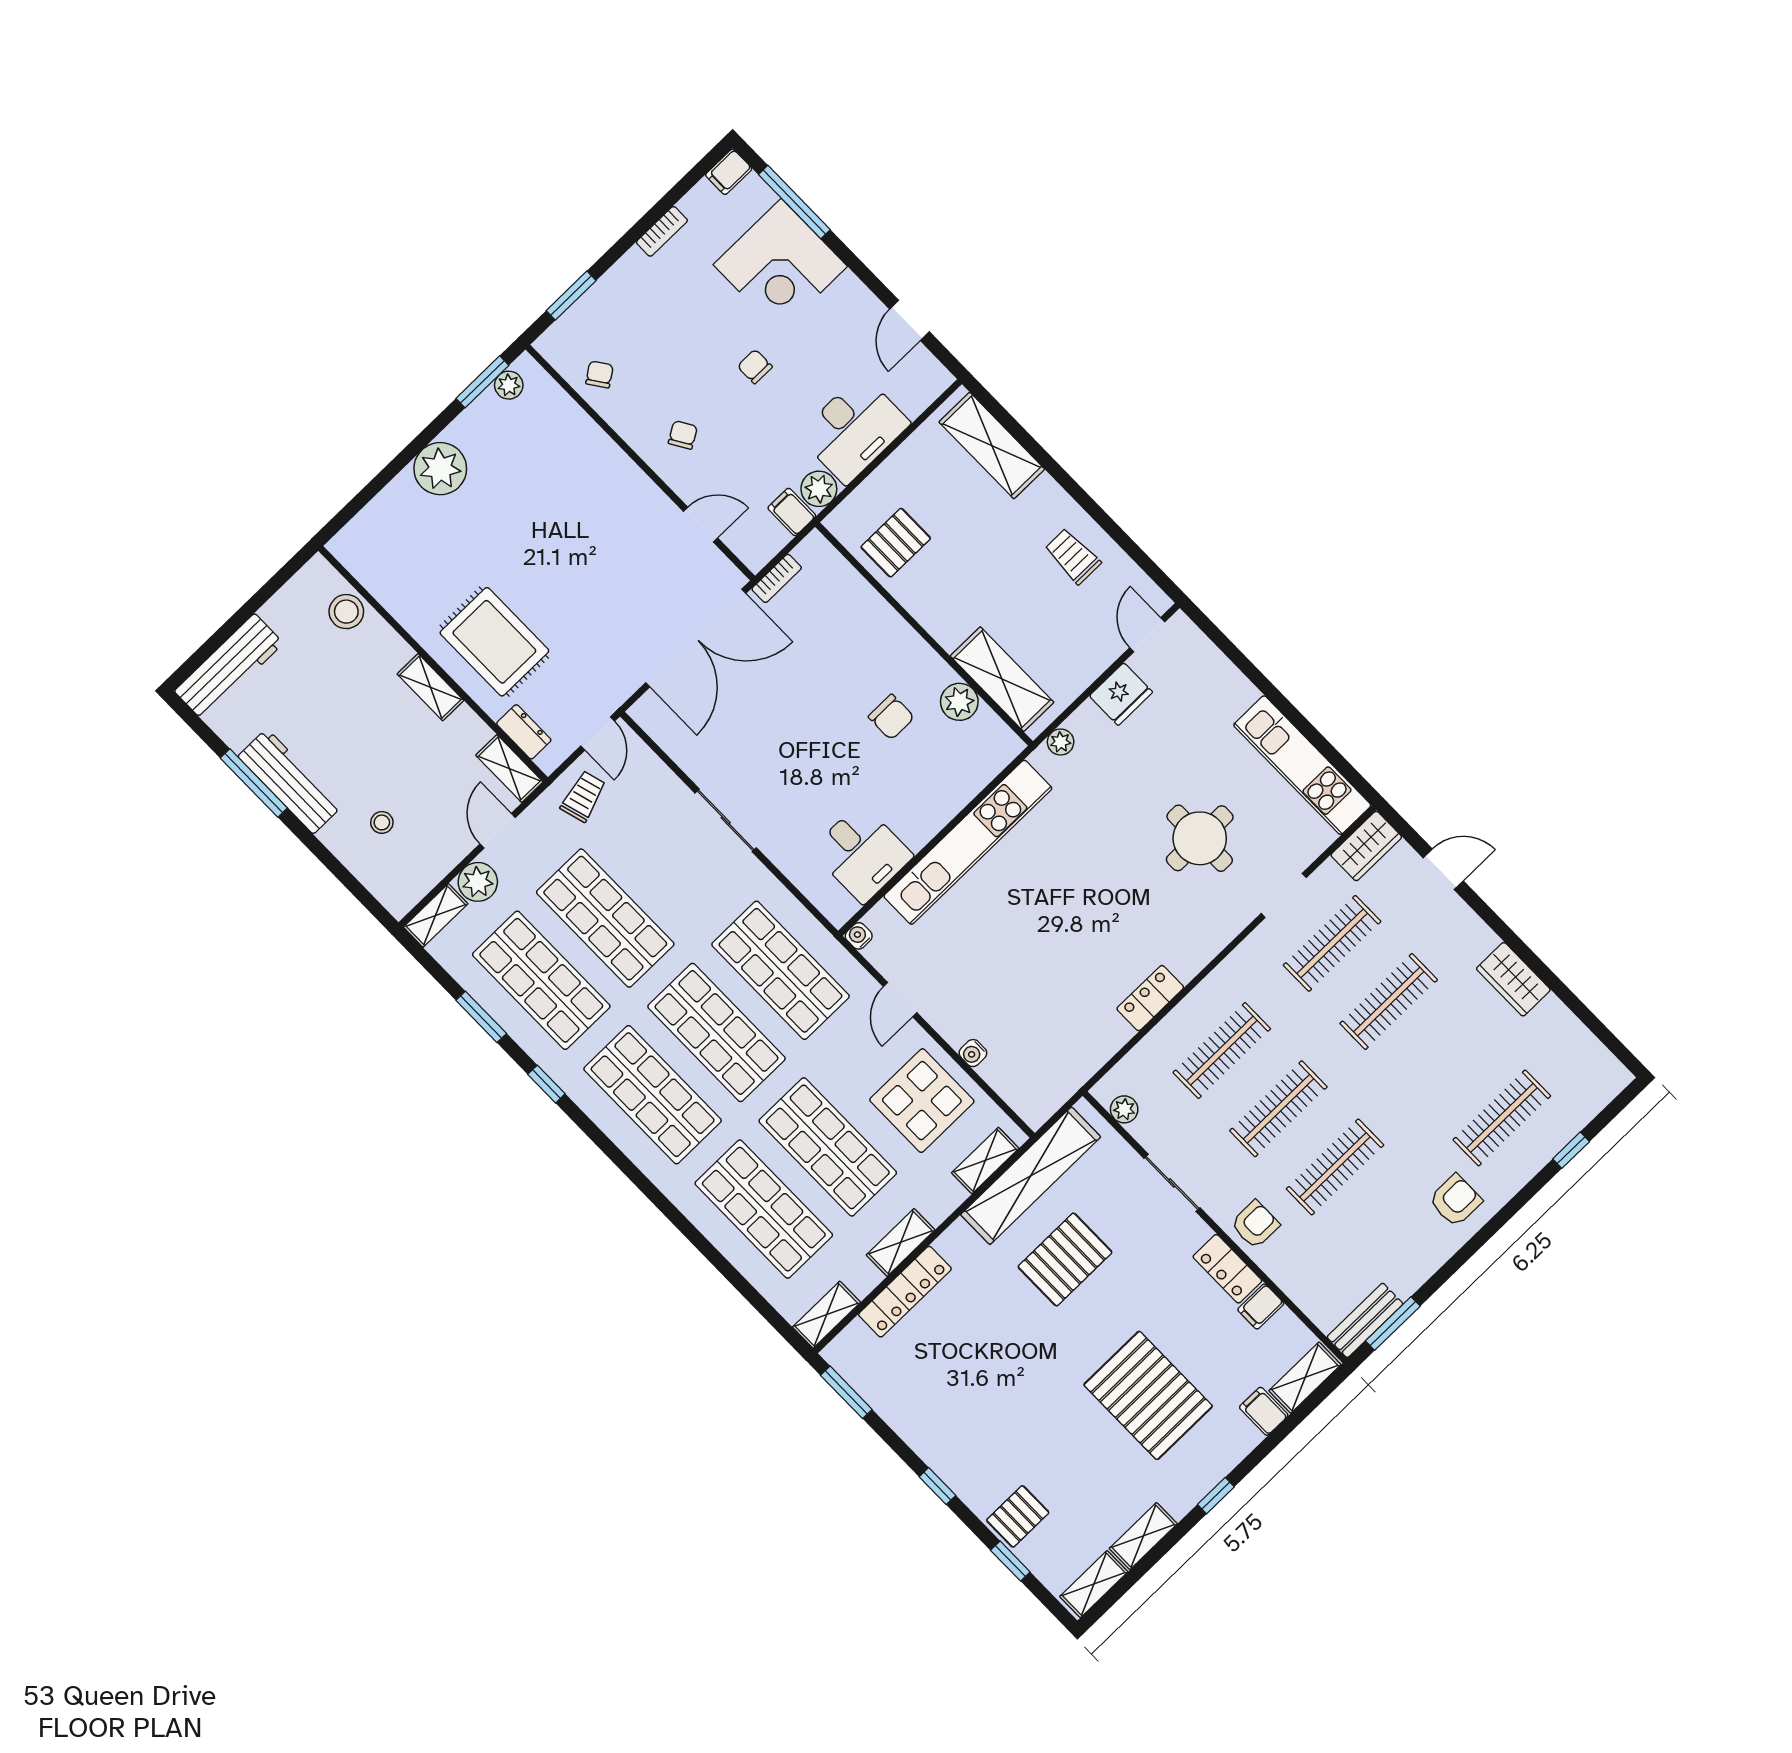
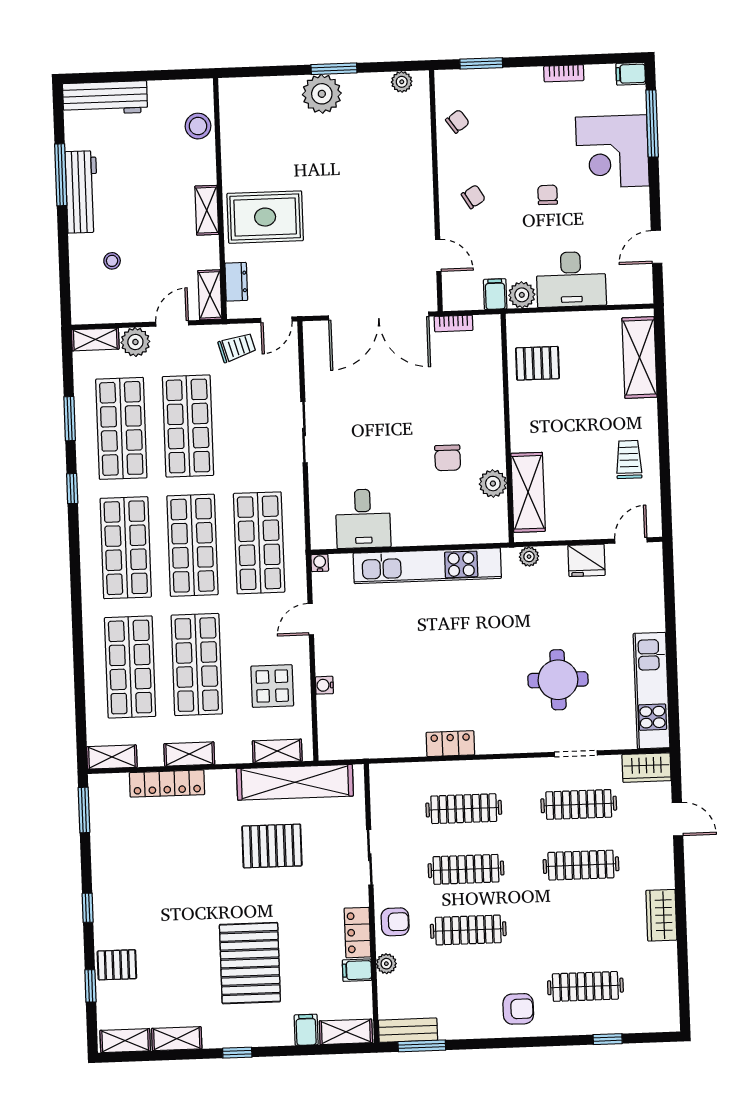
window: (482, 382) -> (334, 69), moved
rug: (494, 642) -> (265, 217), turned 90
display table: (922, 1101) -> (272, 686), width x0.73, depth x0.73
plant: (1124, 1109) -> (386, 964), moved

